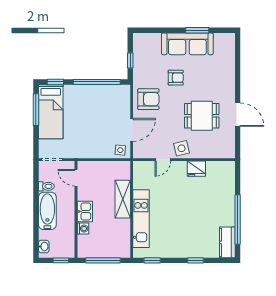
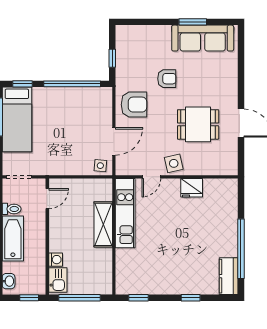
sofa: (187, 44) -> (203, 38), moved
door: (76, 178) -> (47, 199), swing flipped
kitchen sink: (85, 211) -> (58, 280), moved
kitchen unit: (141, 219) -> (125, 213), moved

